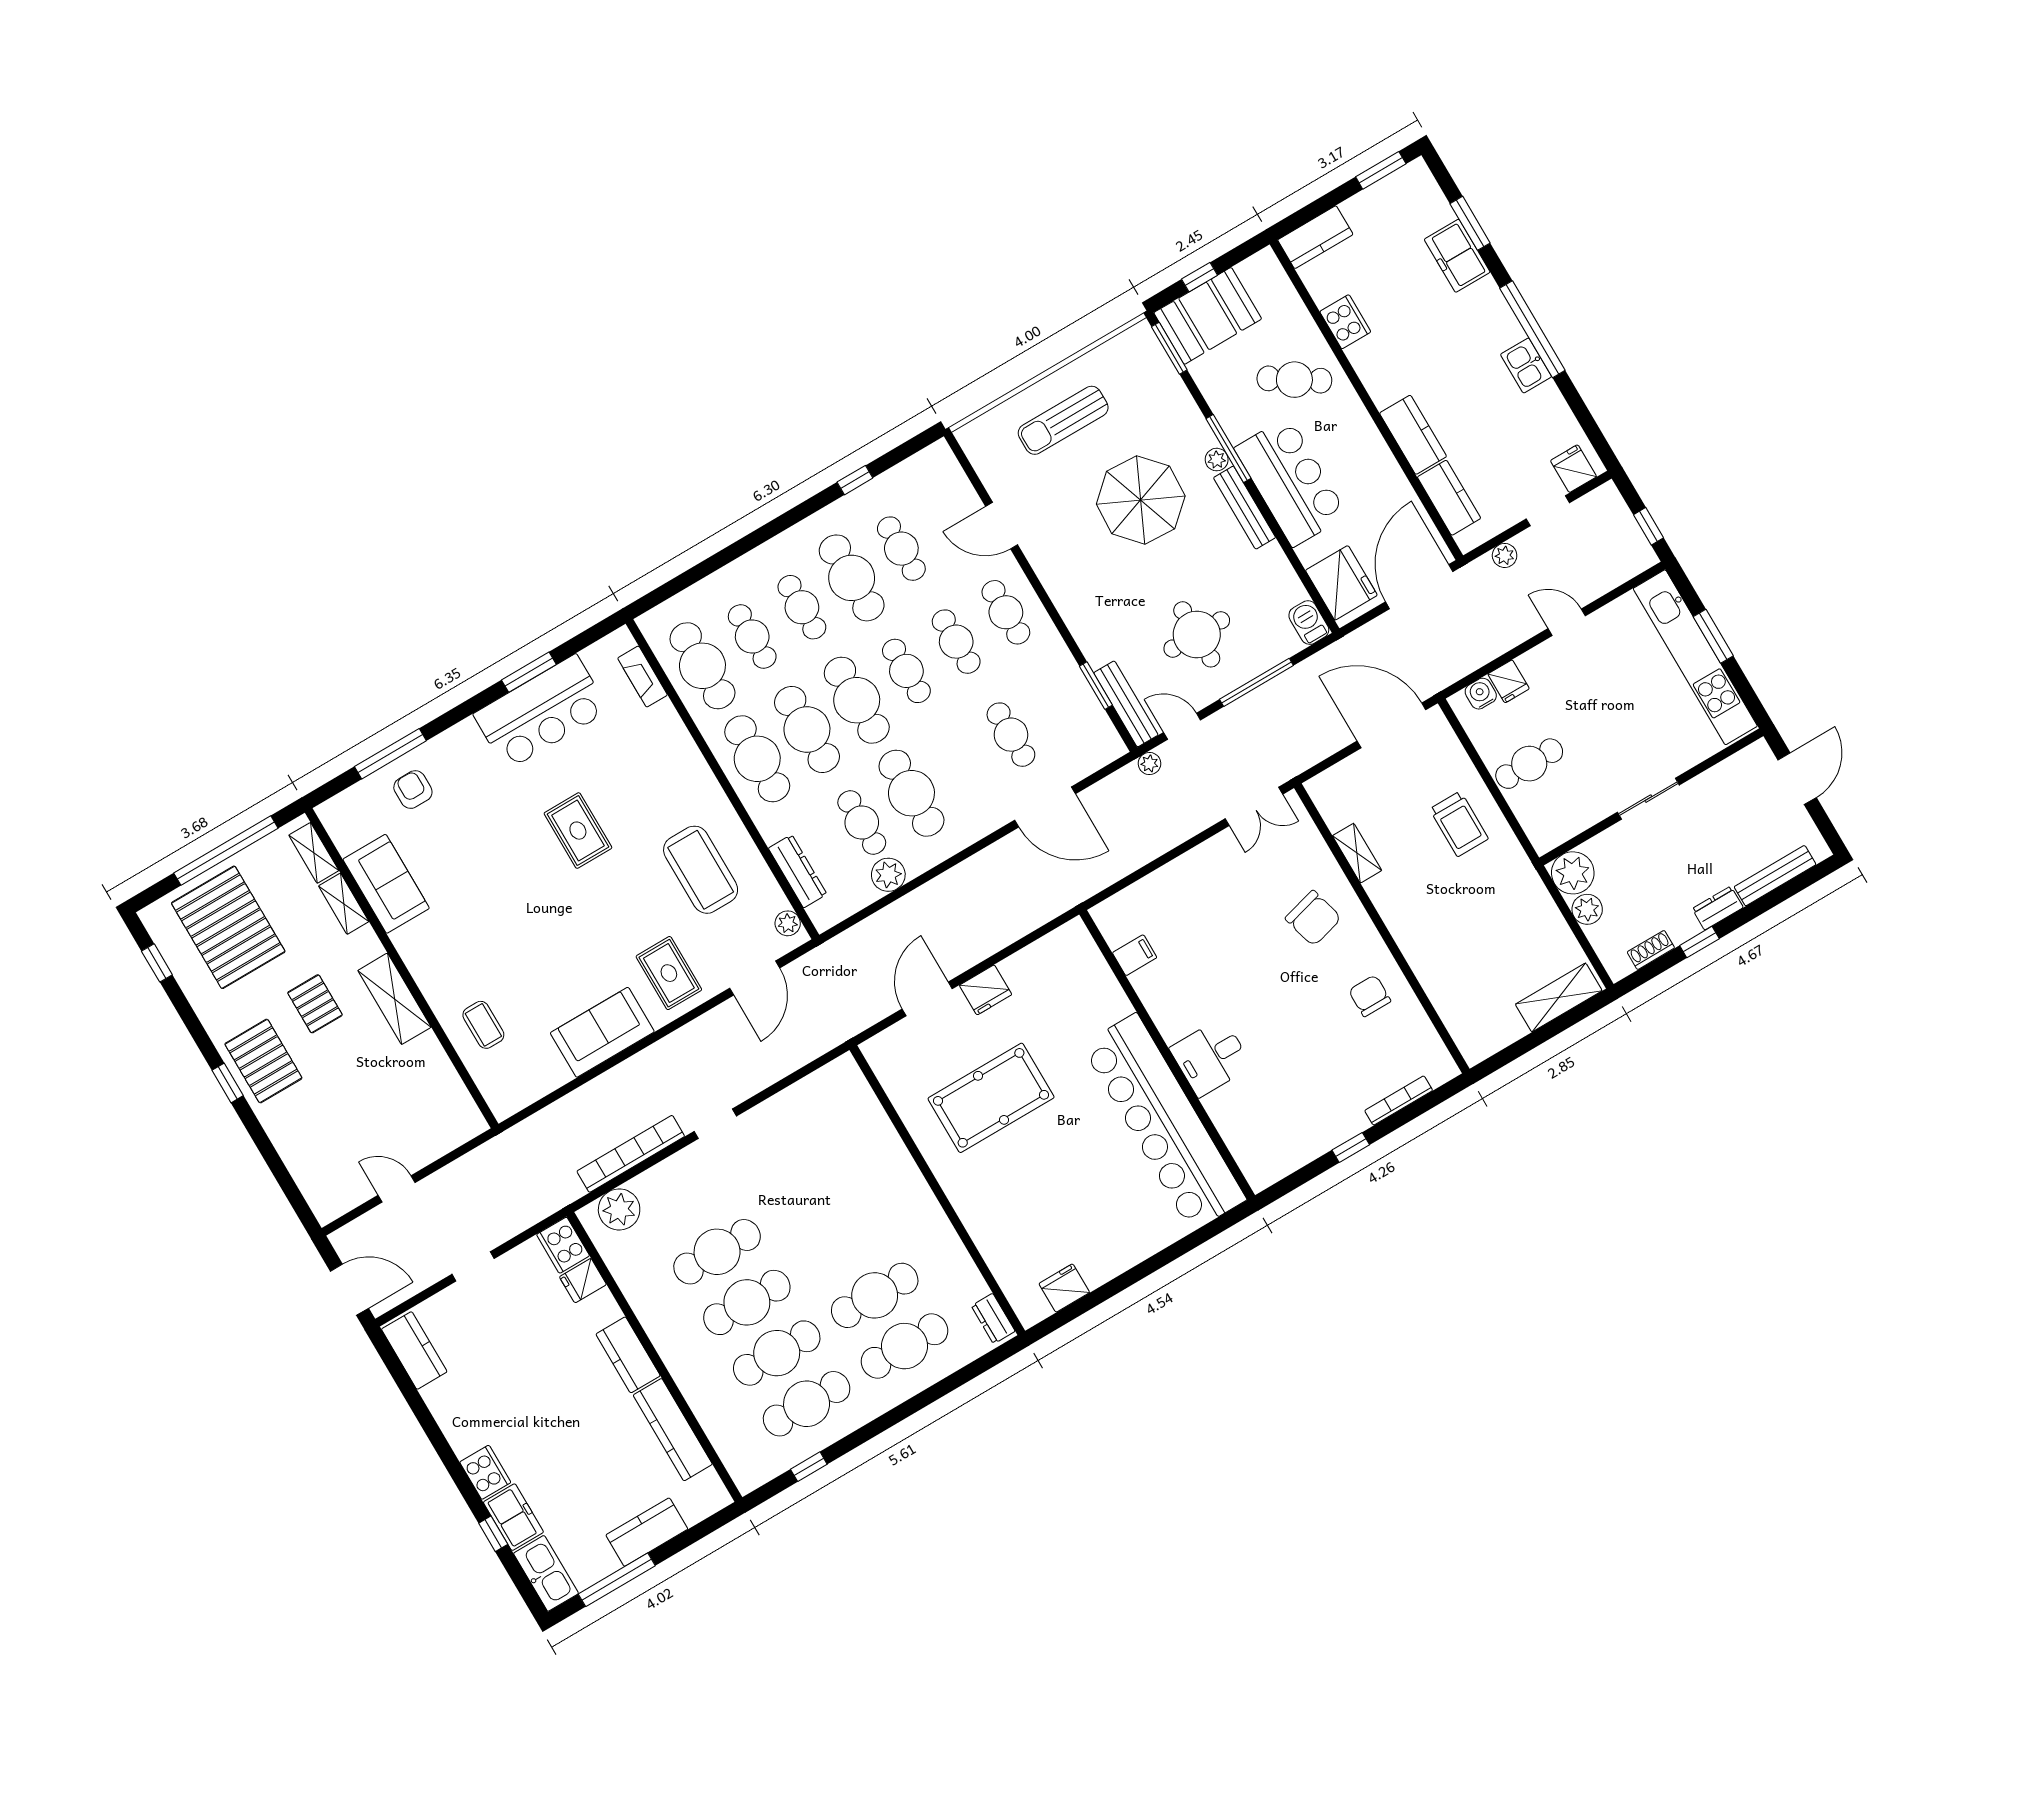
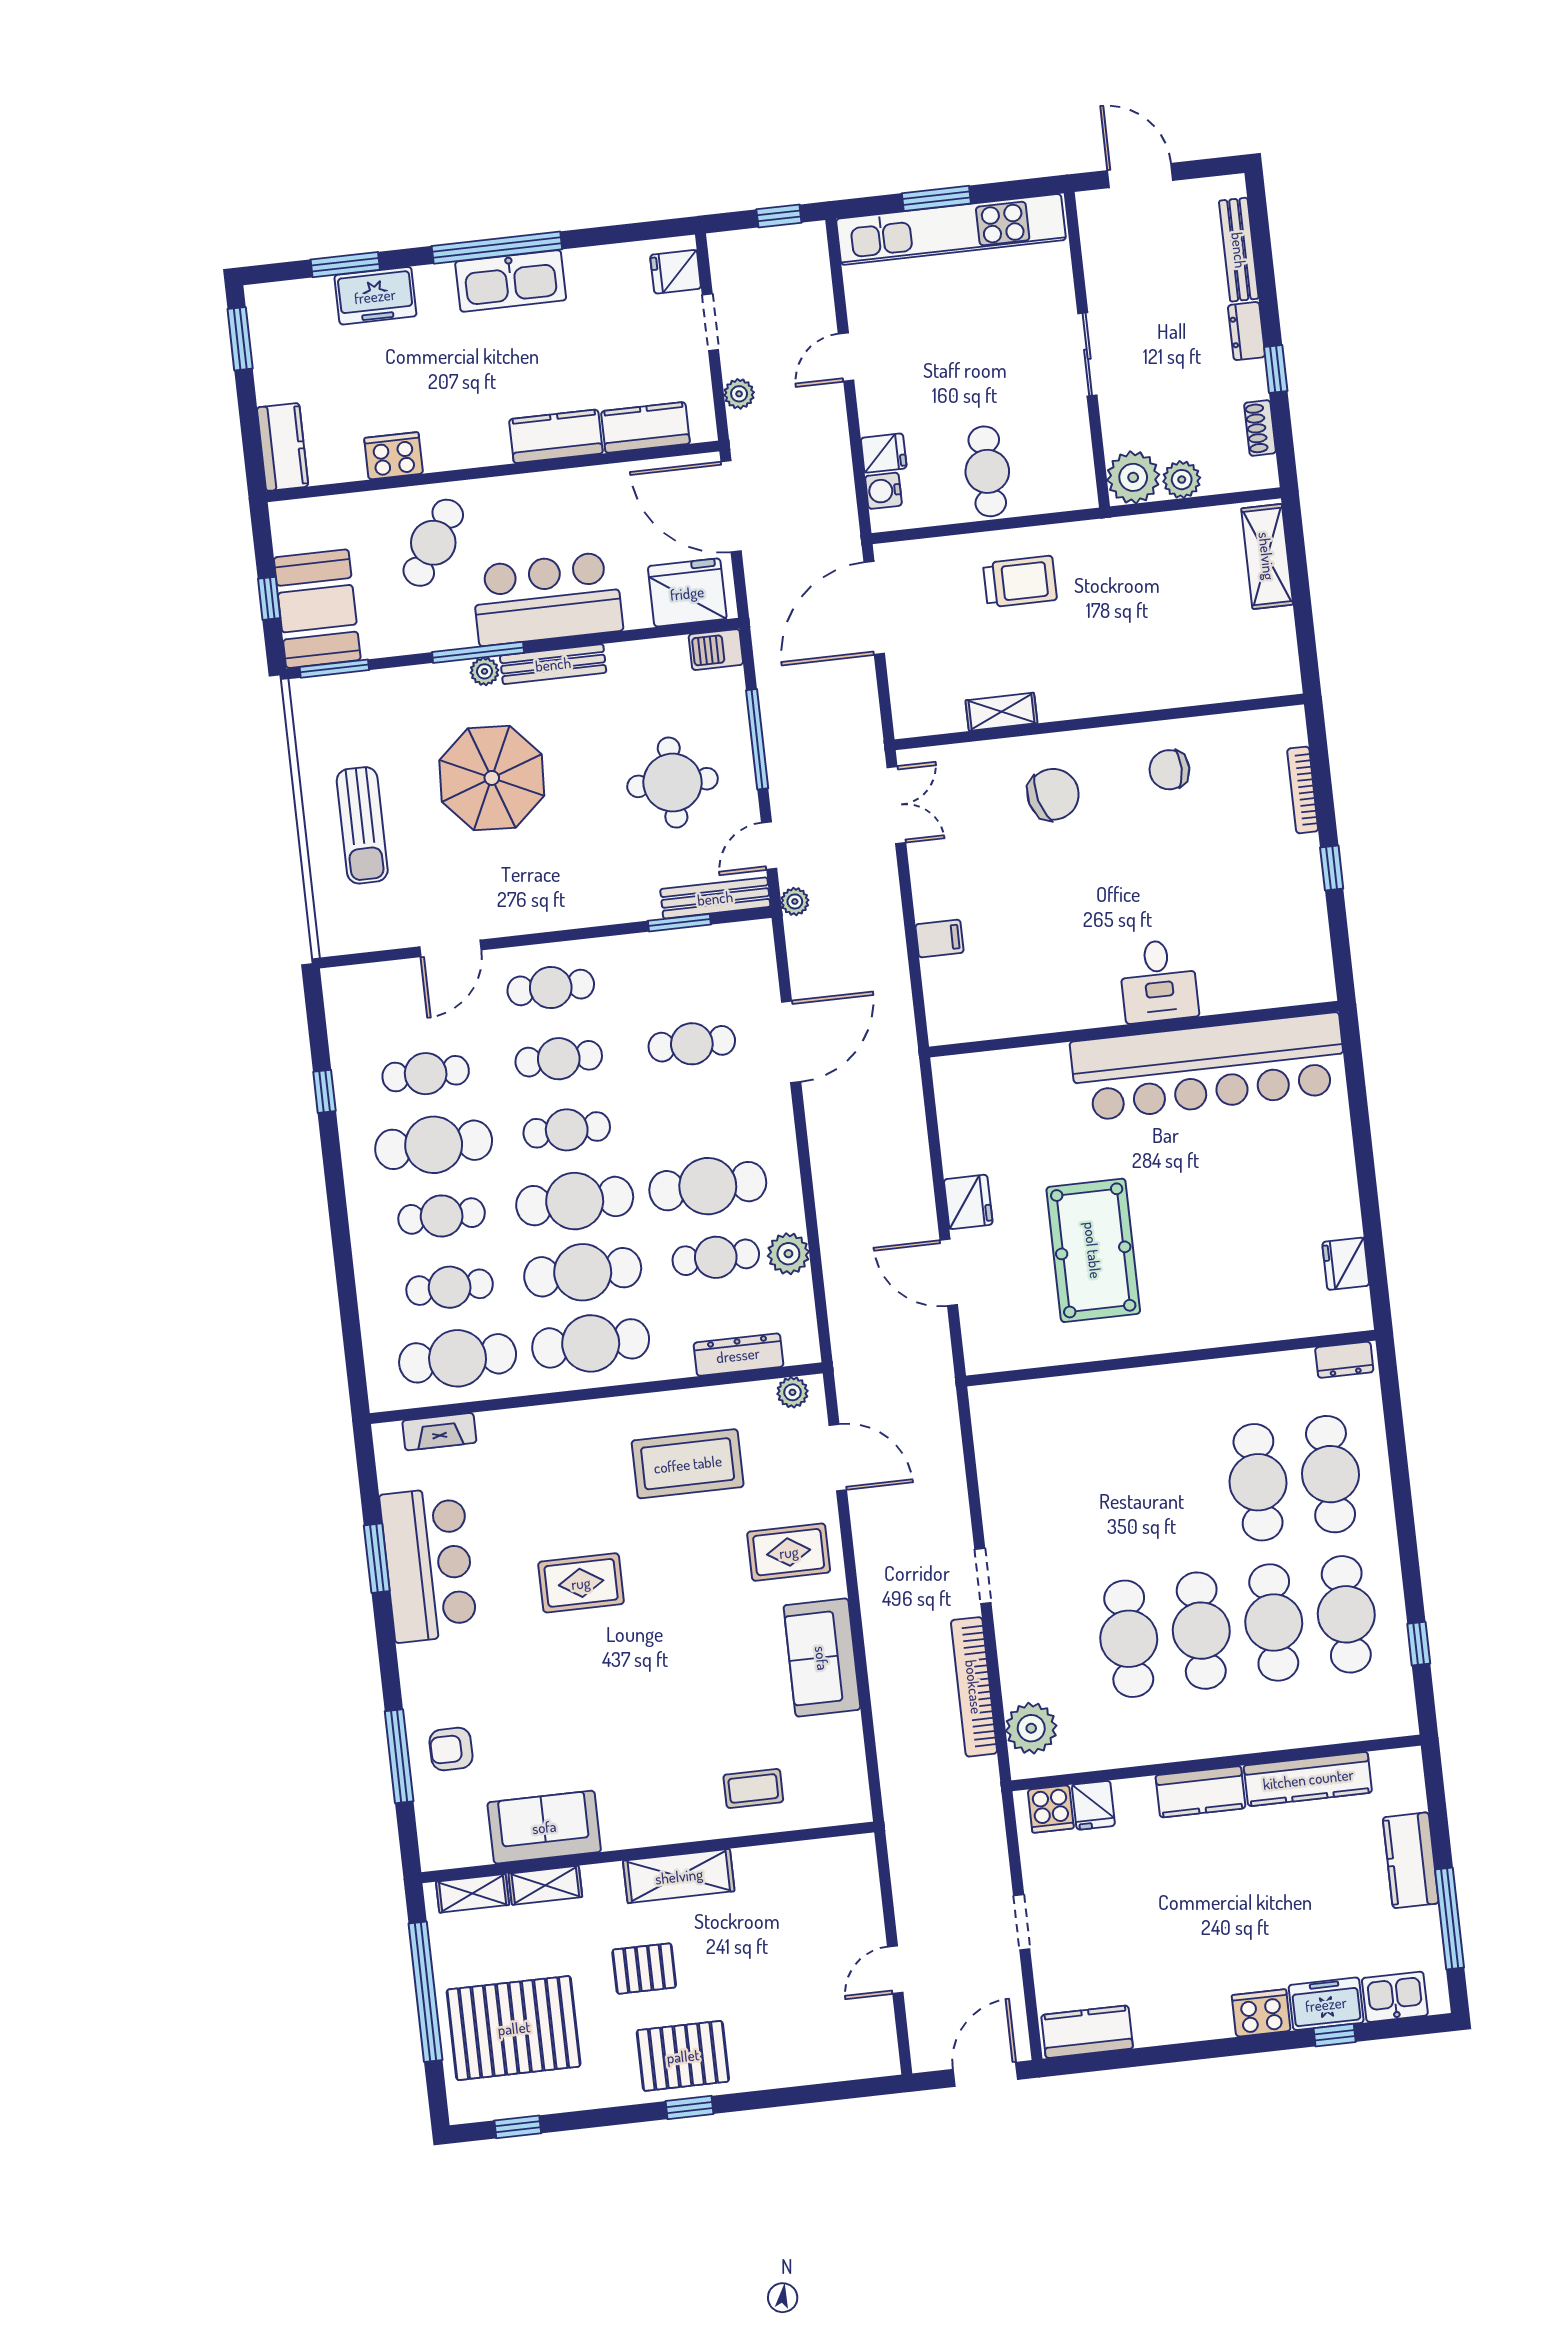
kitchen sink: (1526, 365) -> (511, 281), width x1.88, depth x1.24
filing cabinet: (1135, 955) -> (939, 938), moved, turned 90
cooker: (563, 1245) -> (1051, 1809), width x0.73
kitchen sink: (546, 1573) -> (1395, 1997), width x0.73

